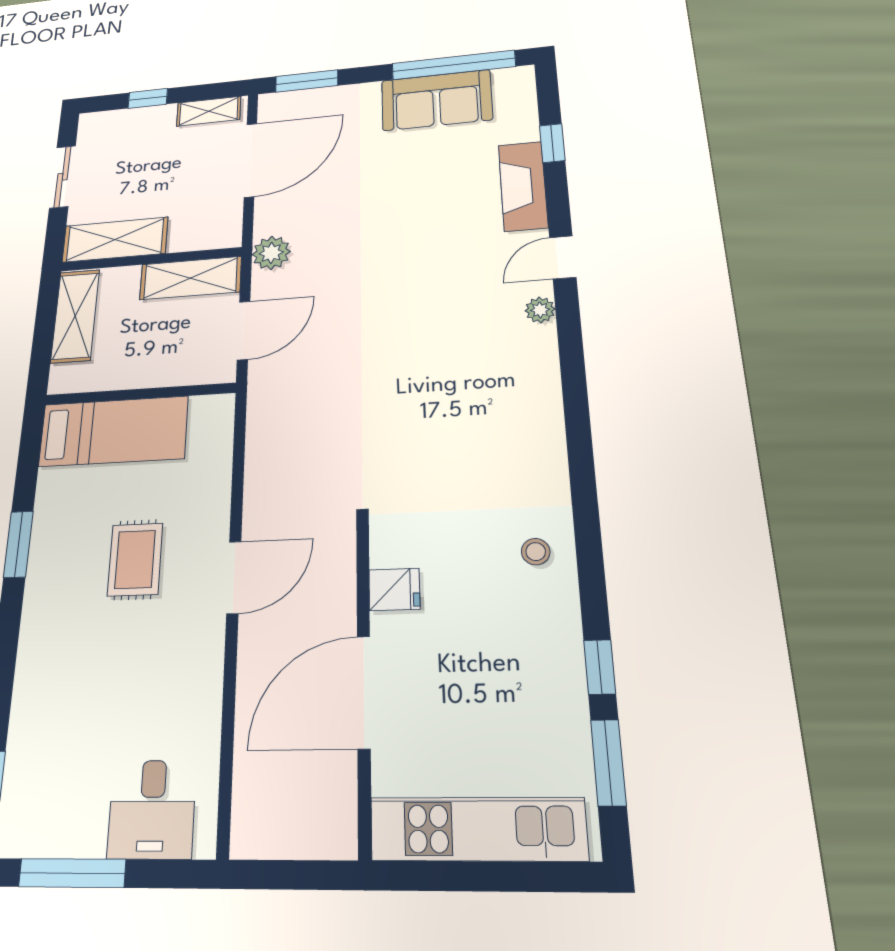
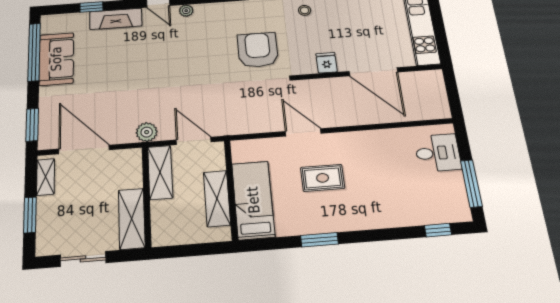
window: (148, 98) -> (30, 215), width x1.50
shelving: (75, 316) -> (217, 198), moved, turned 90
armchair: (436, 448) -> (258, 50), added
door: (234, 577) -> (303, 132), moved

